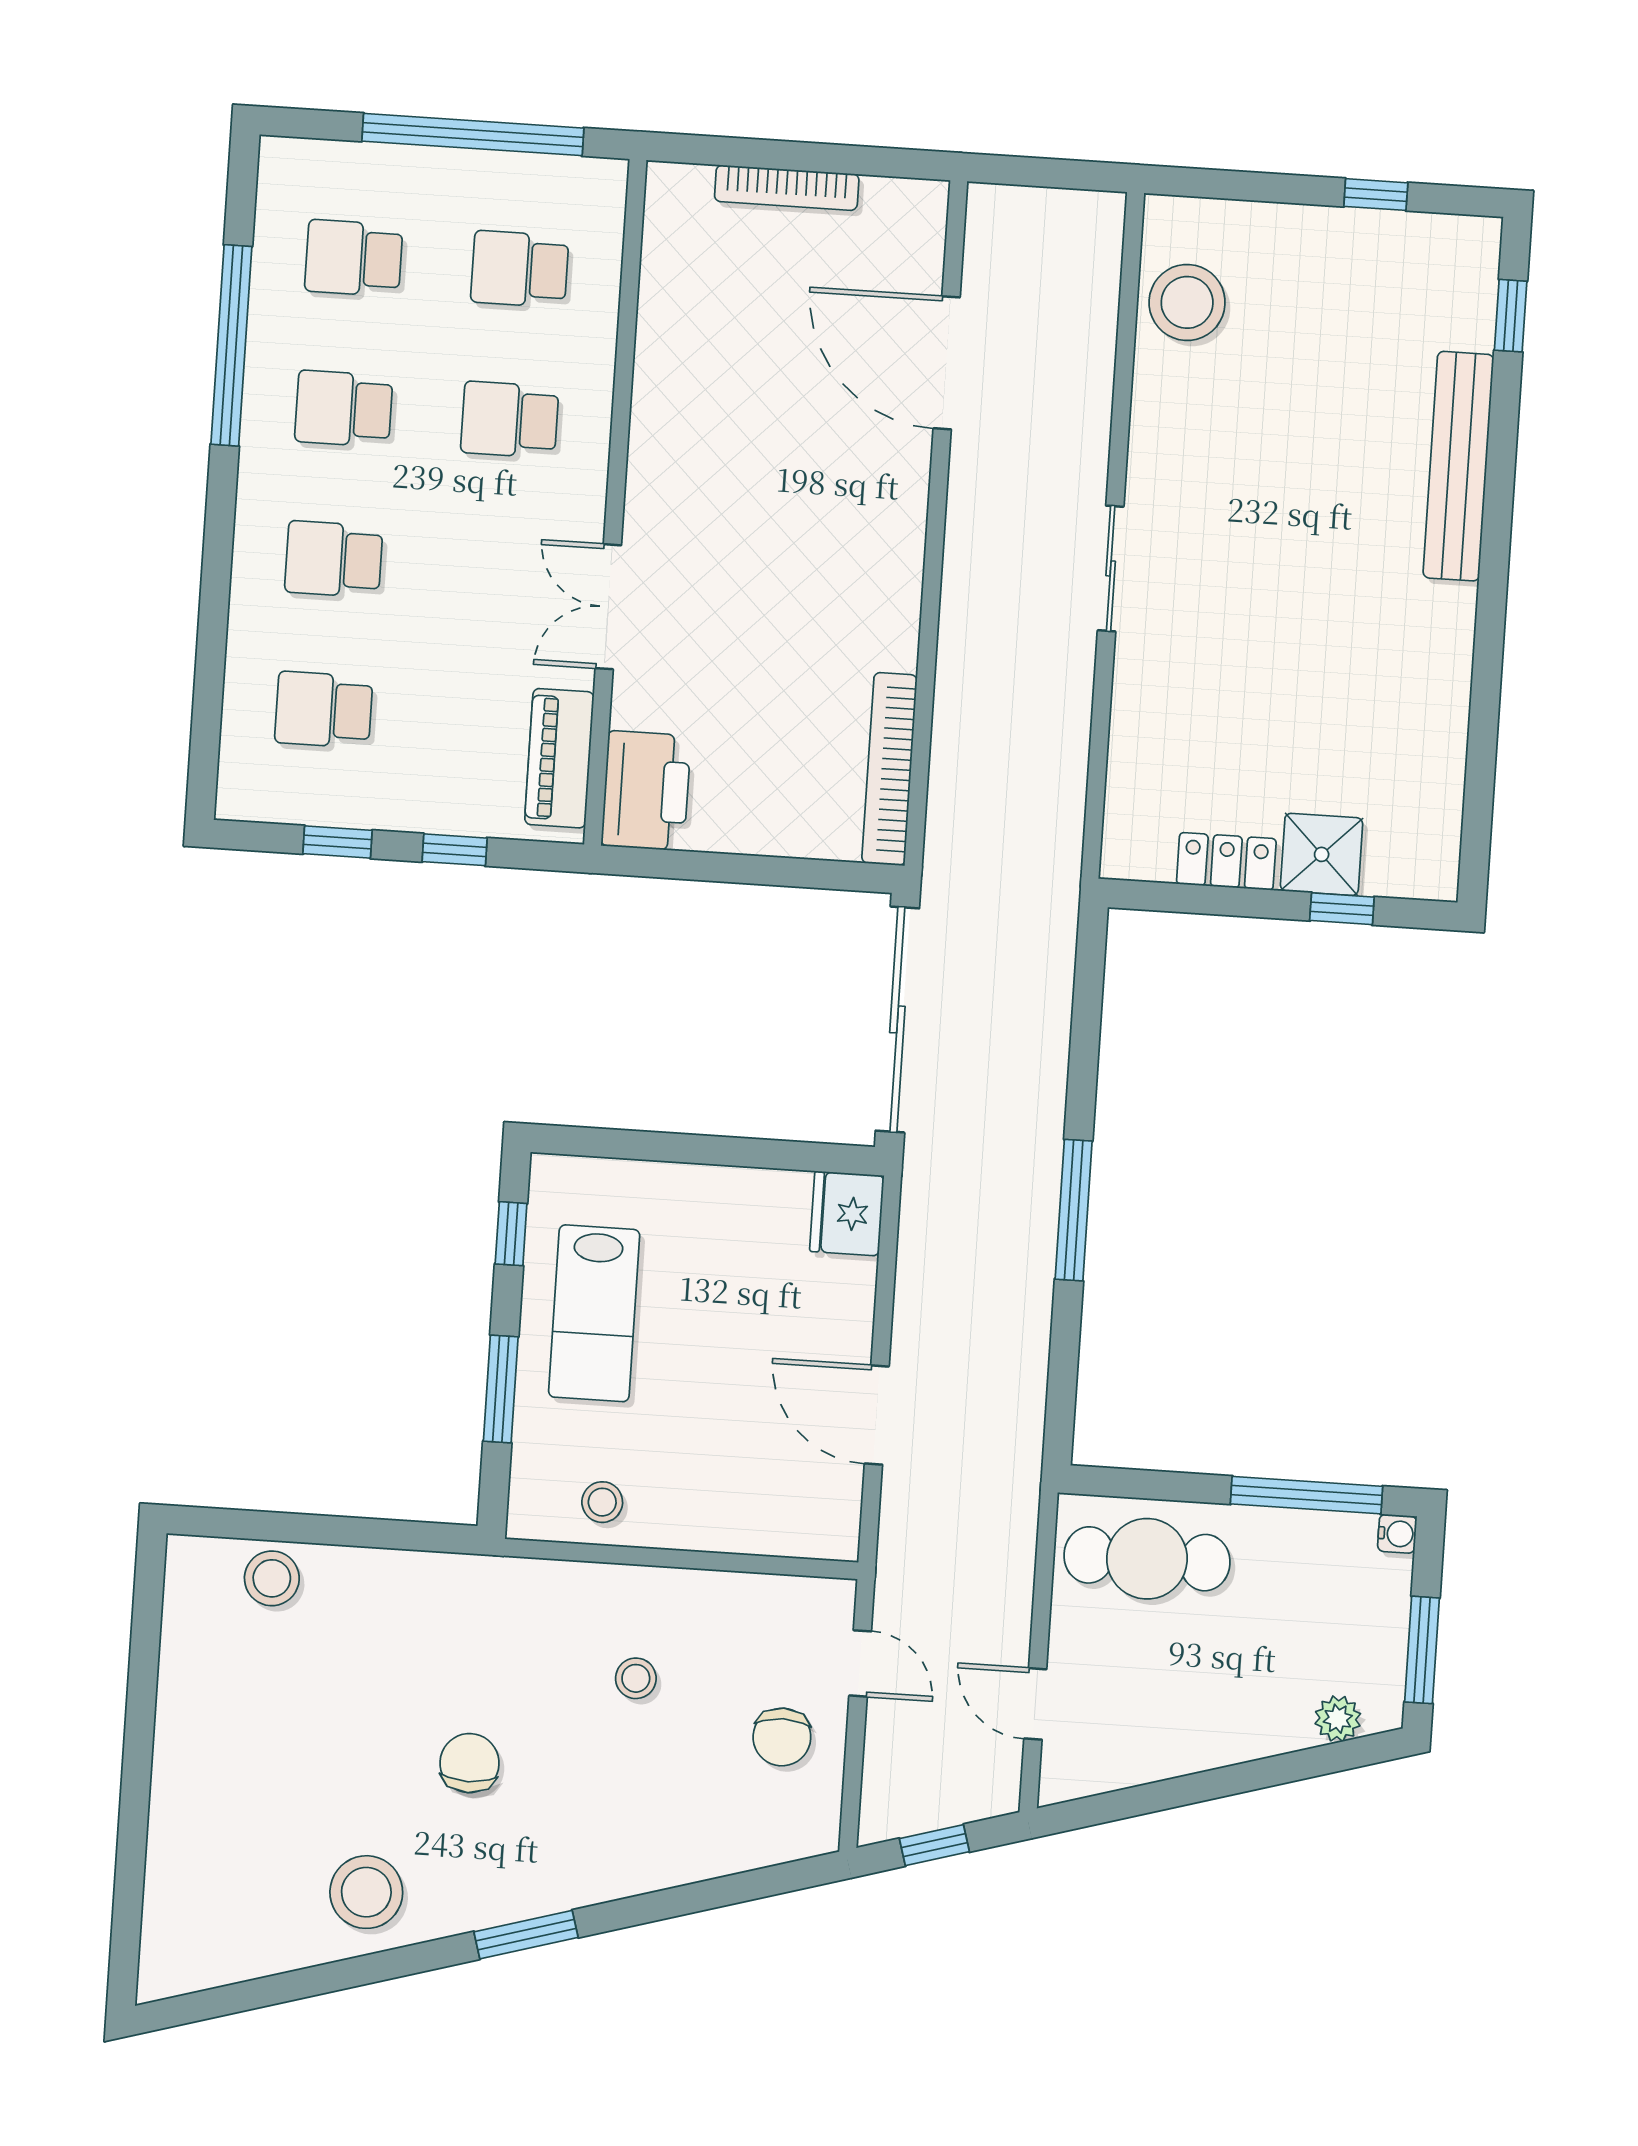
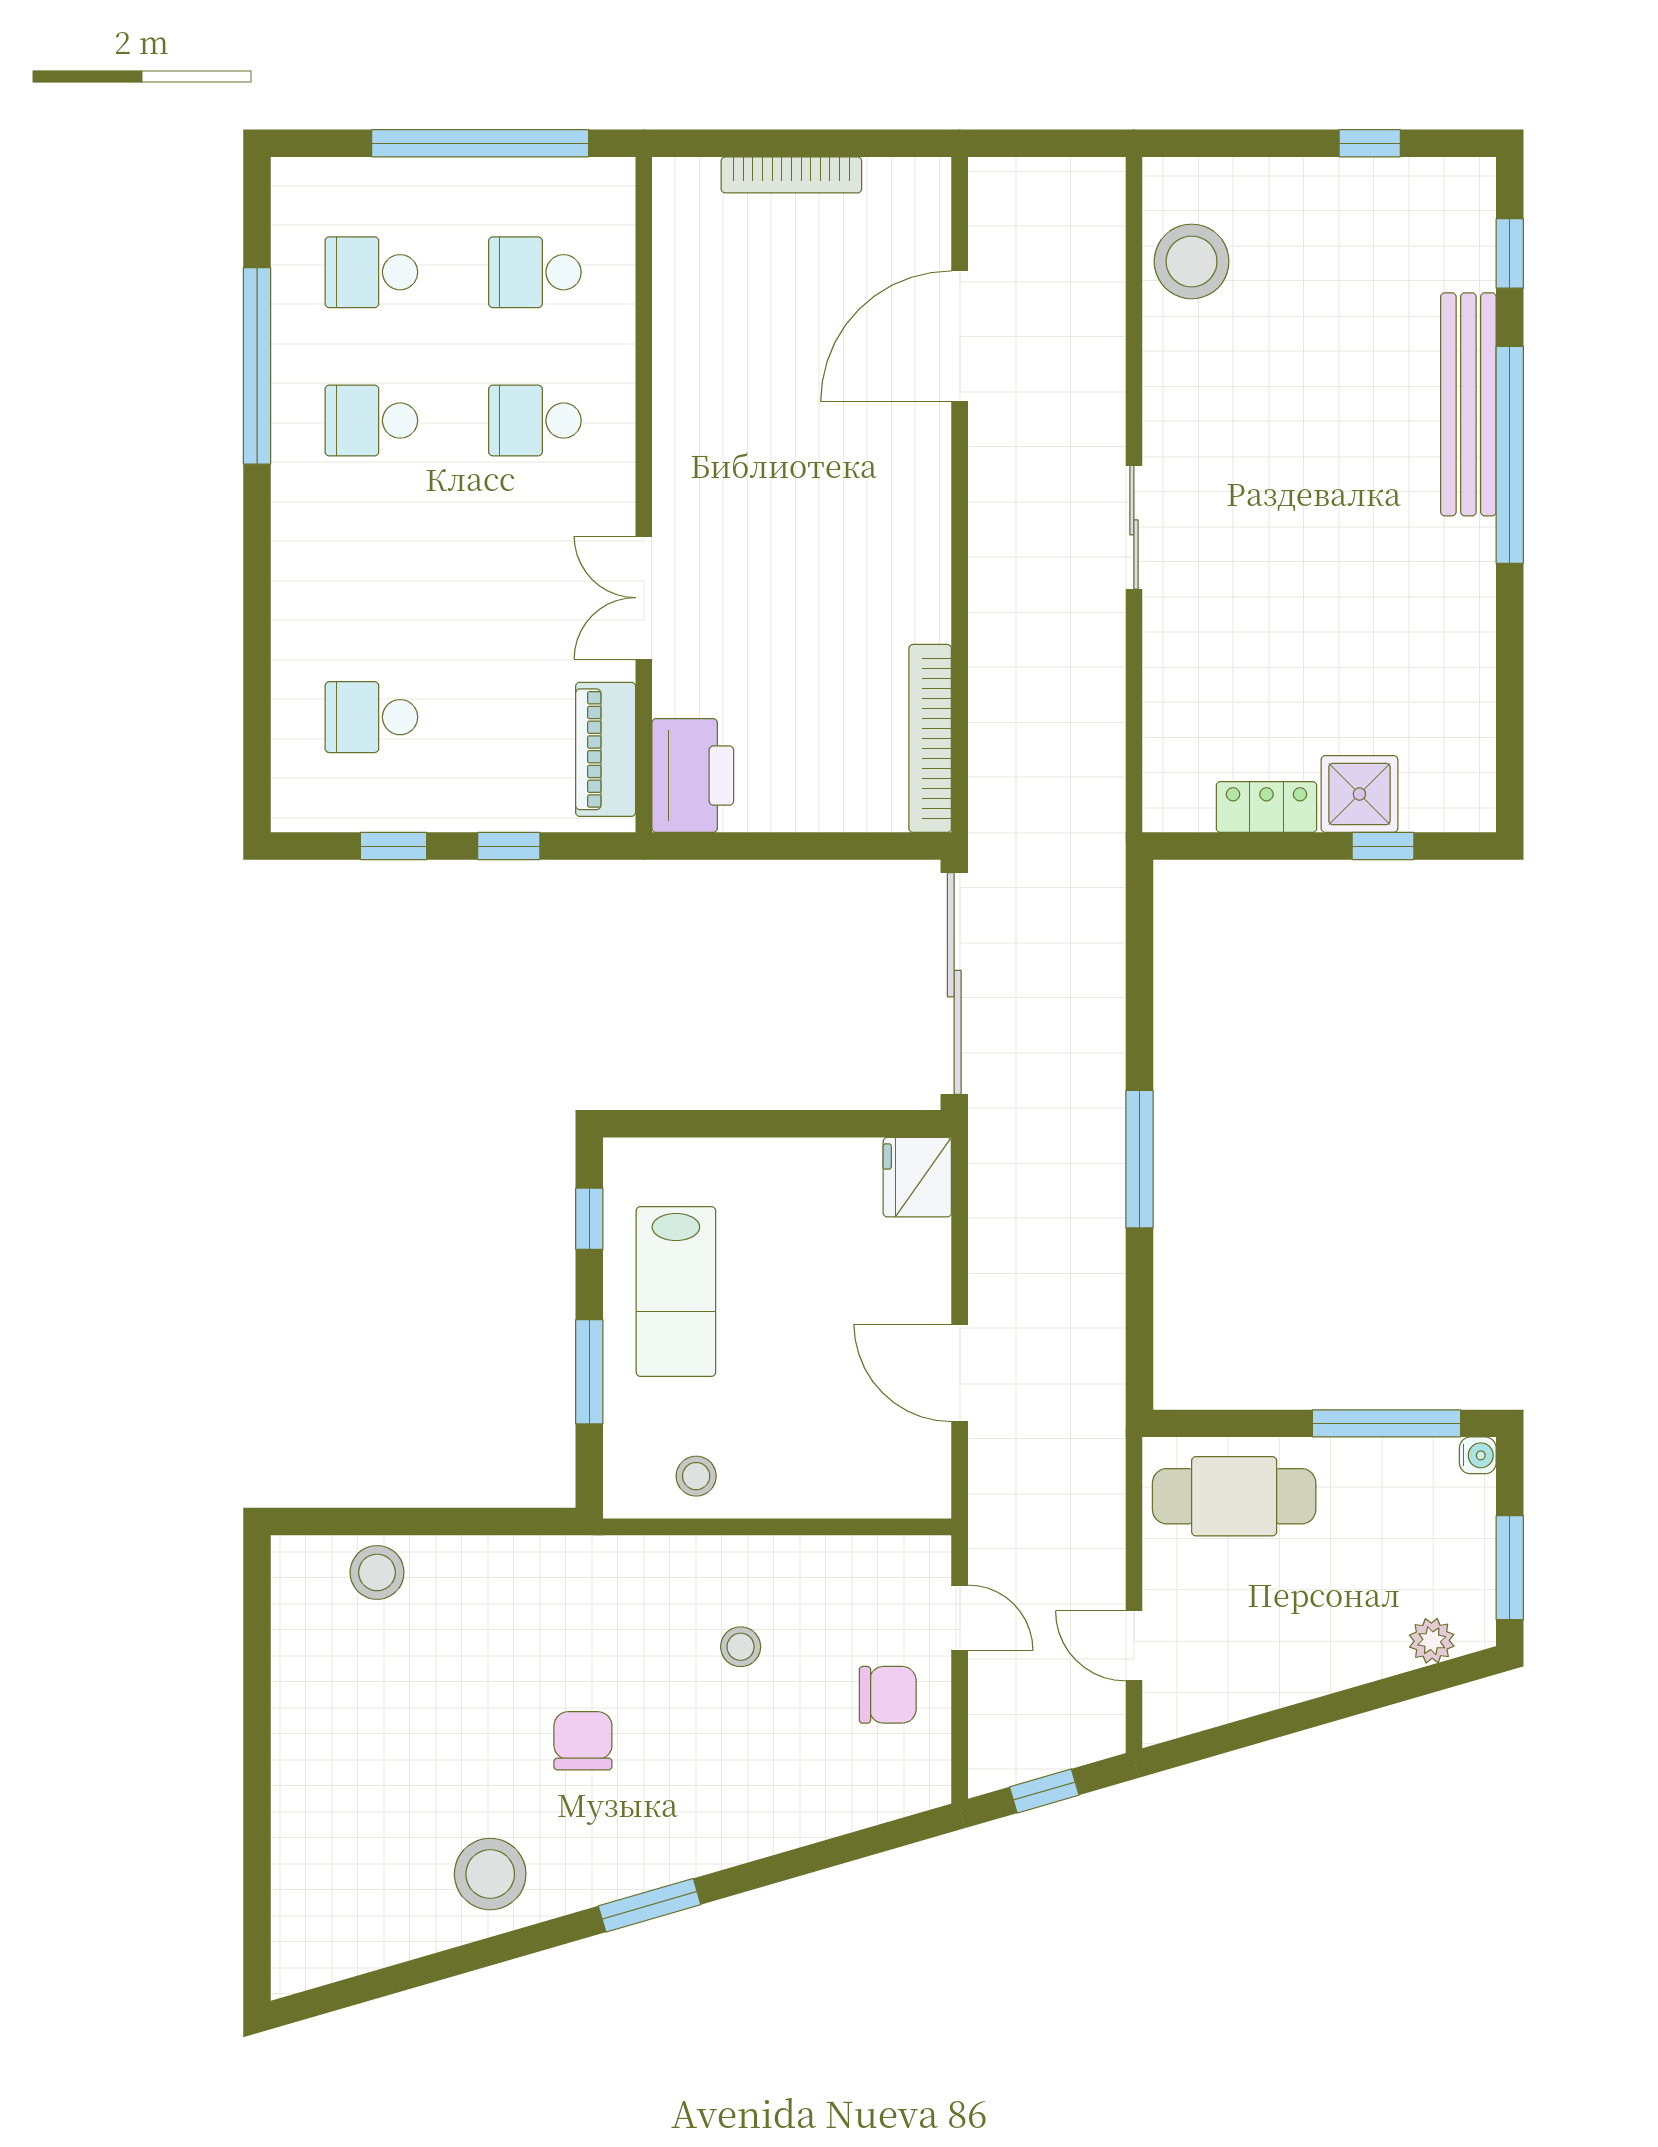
door: (947, 363) -> (960, 336), hinge flipped
window: (1497, 520) -> (1510, 455), added
school desk: (334, 559) -> (371, 569), removed
chair: (782, 1737) -> (888, 1695), turned -90

